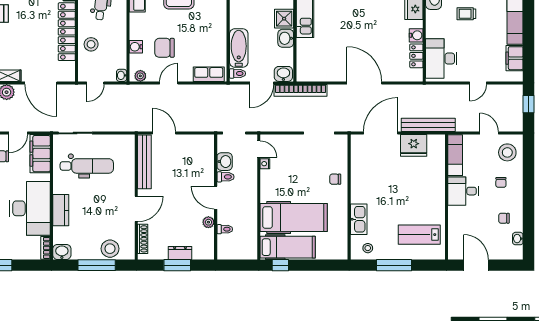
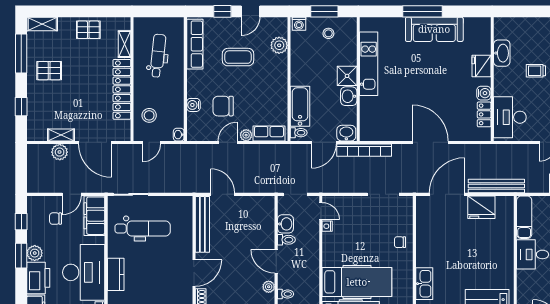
stool: (91, 44) -> (149, 115), moved
plant: (140, 76) -> (246, 135), moved

